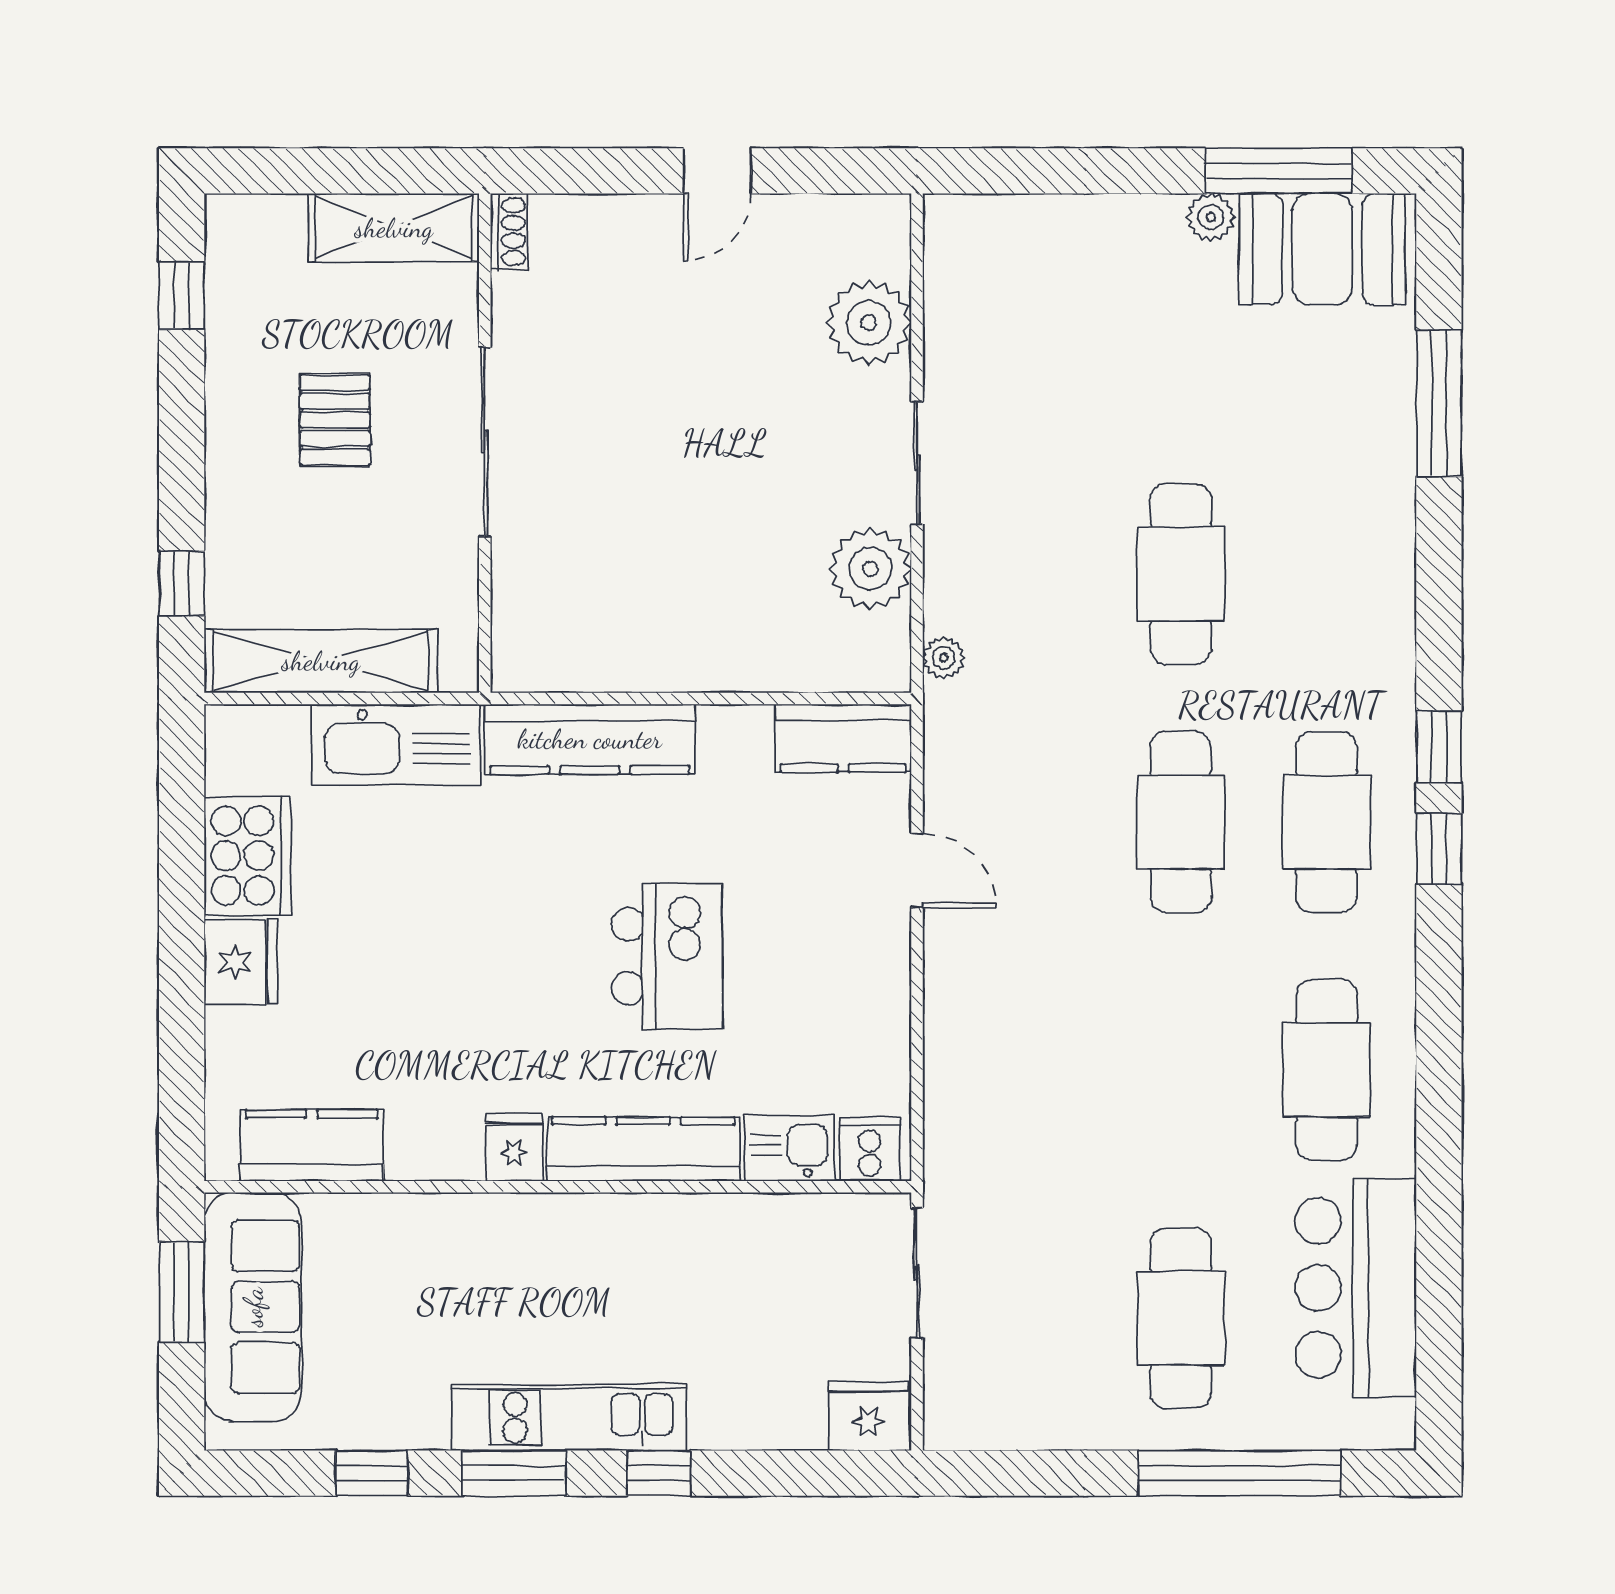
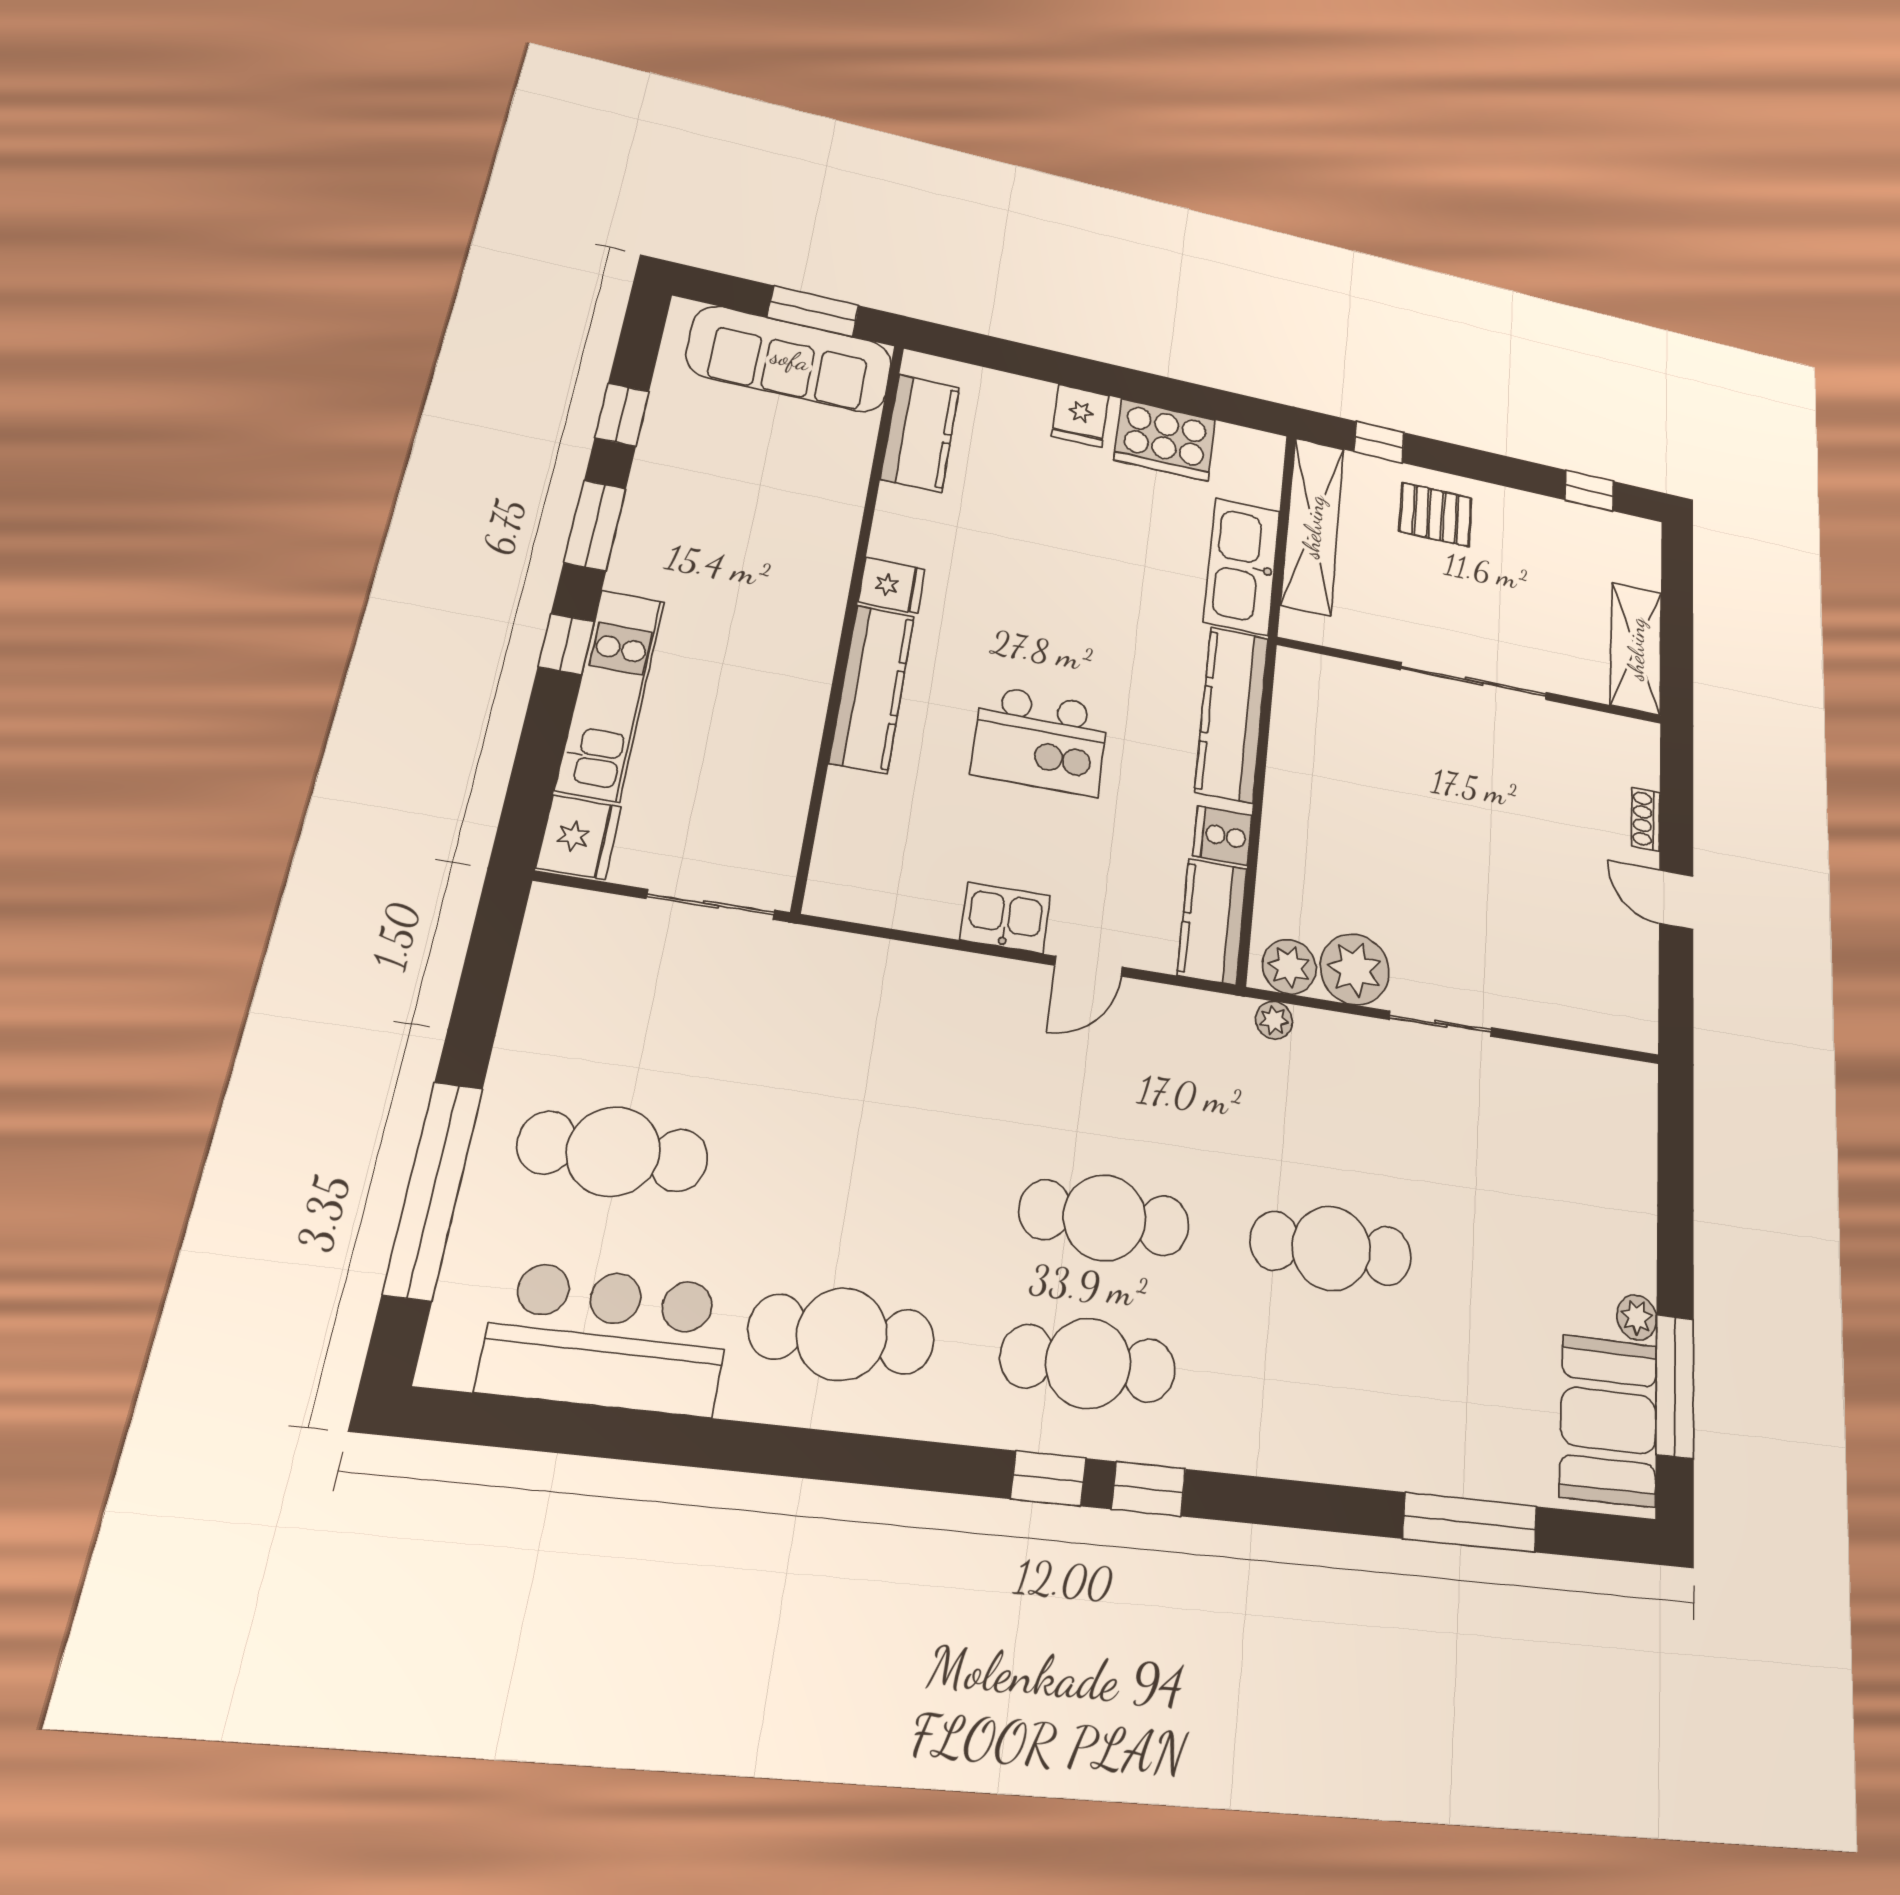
shoe rack: (509, 232) -> (1646, 819), moved, turned 90
plant: (869, 323) -> (1289, 967), moved, width x0.73, depth x0.73
pallet: (335, 420) -> (1436, 515), moved
fridge: (241, 962) -> (1080, 416), width x0.72
kitchen sink: (789, 1148) -> (1005, 918), moved, turned -90
cooker: (870, 1149) -> (1223, 836), moved, turned 180
kitchen unit: (569, 1418) -> (610, 694), moved

